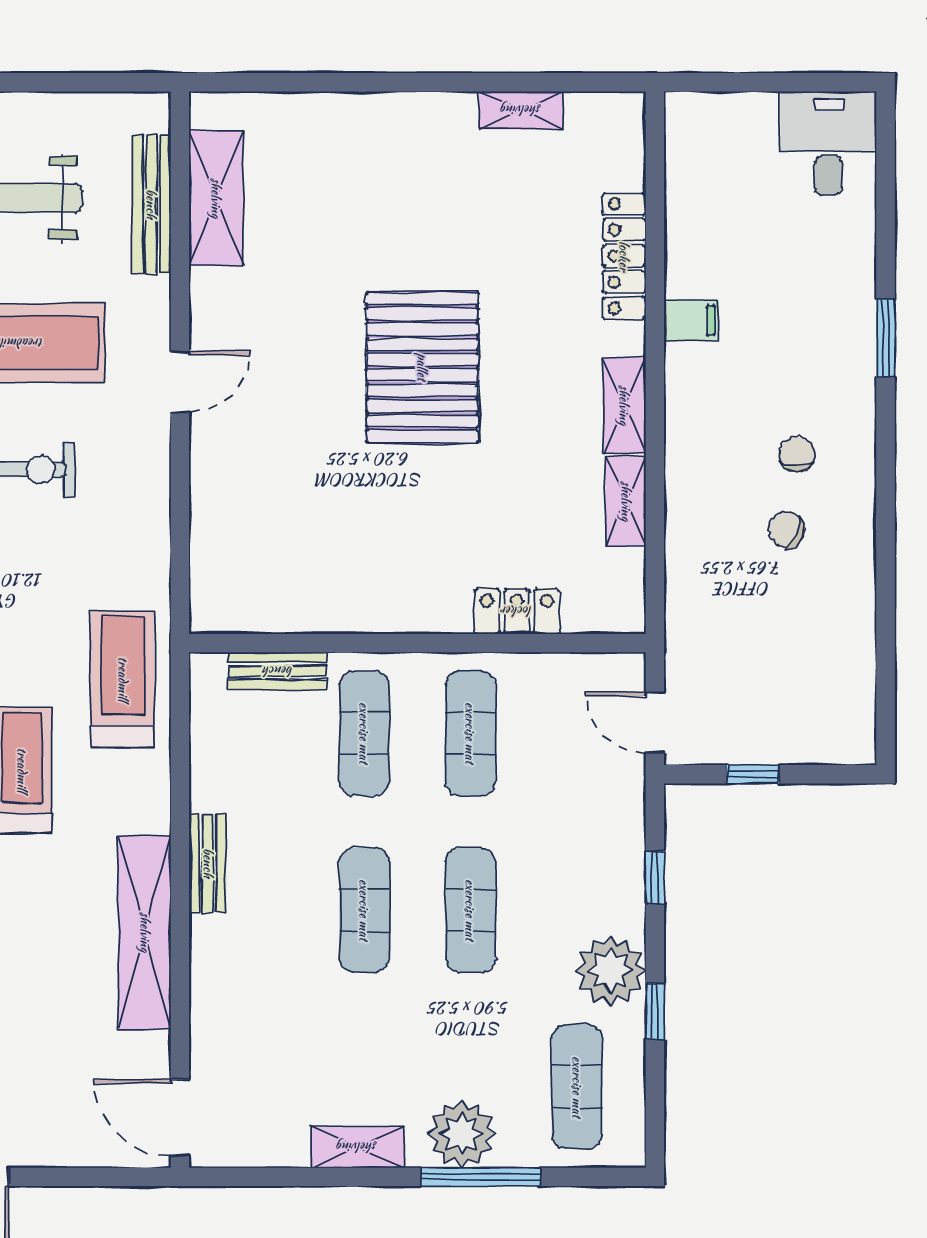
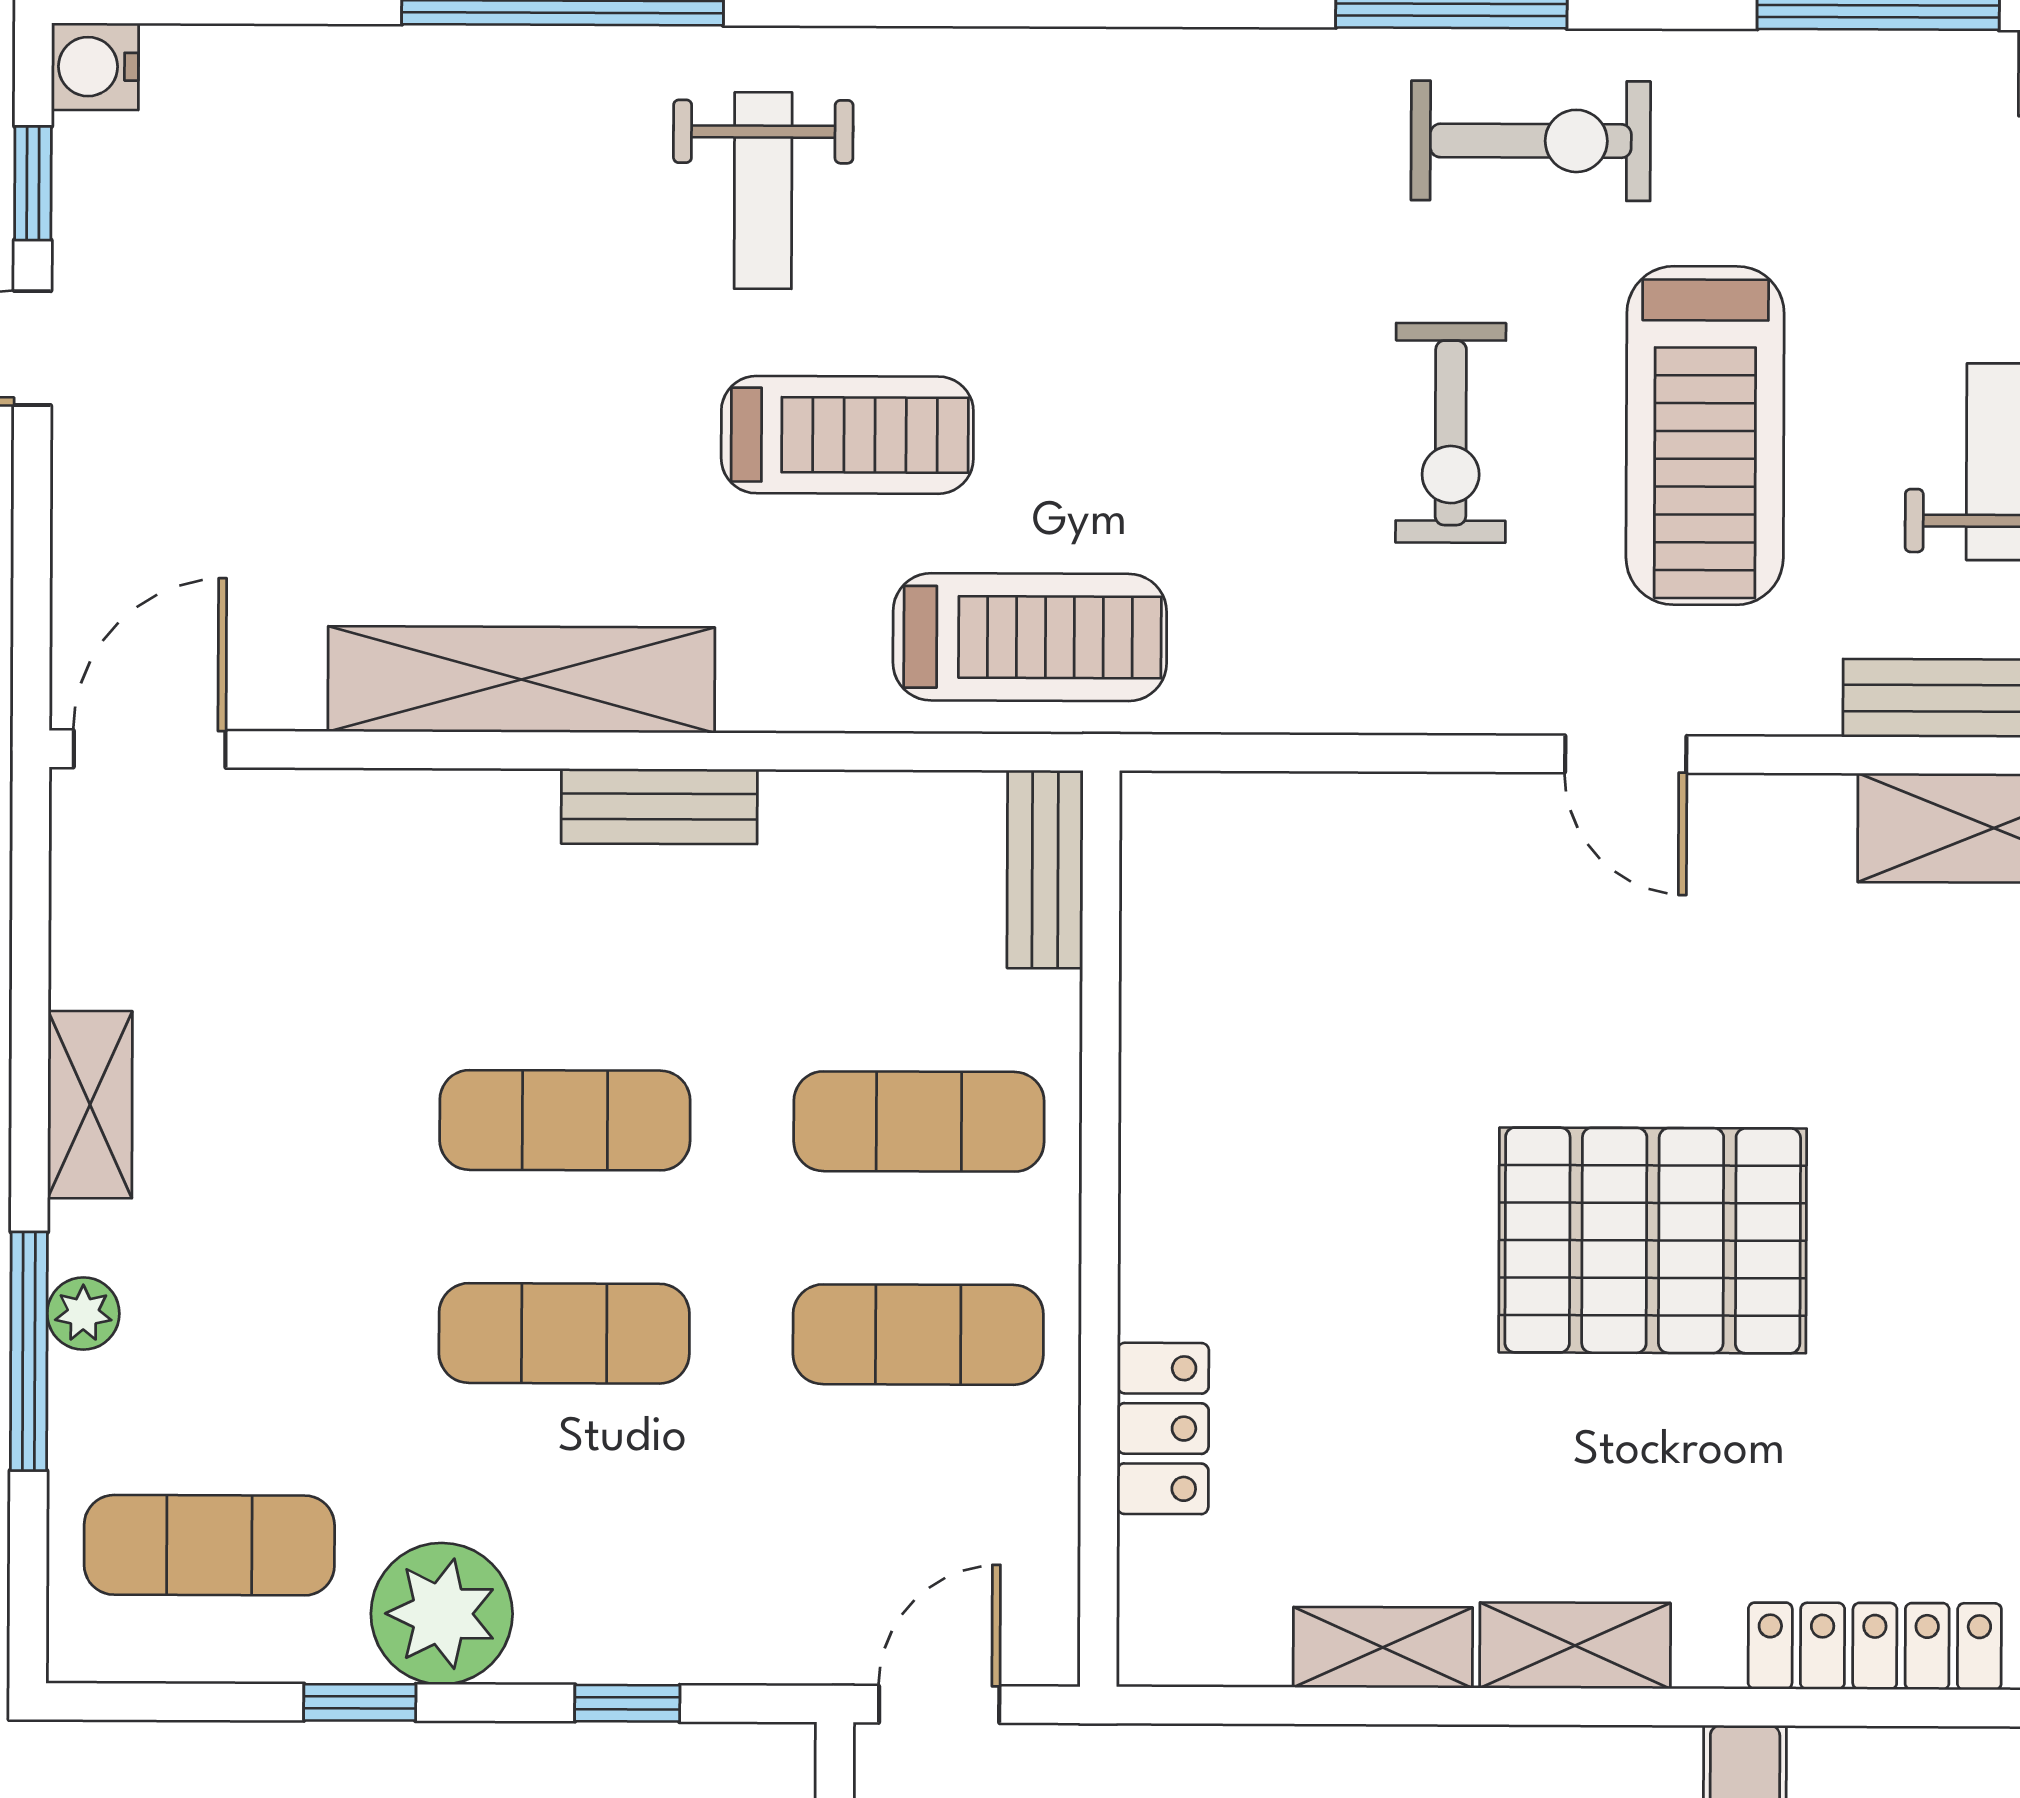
bench: (278, 671) -> (1045, 869), moved
plant: (461, 1134) -> (83, 1314), width x0.53, depth x0.53

